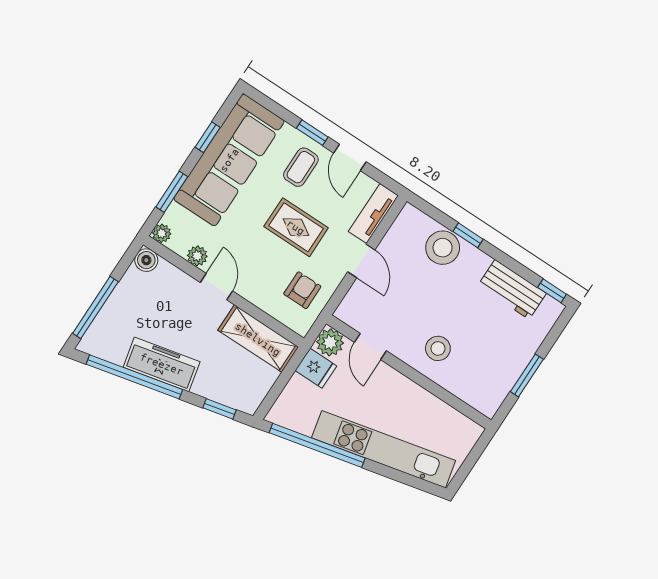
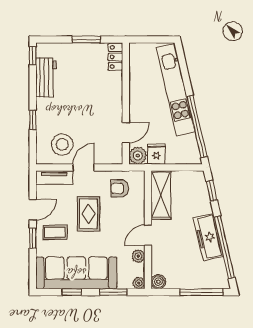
stool: (443, 248) -> (62, 144), moved
stool: (438, 348) -> (103, 96), removed
locker: (479, 398) -> (115, 57), added

